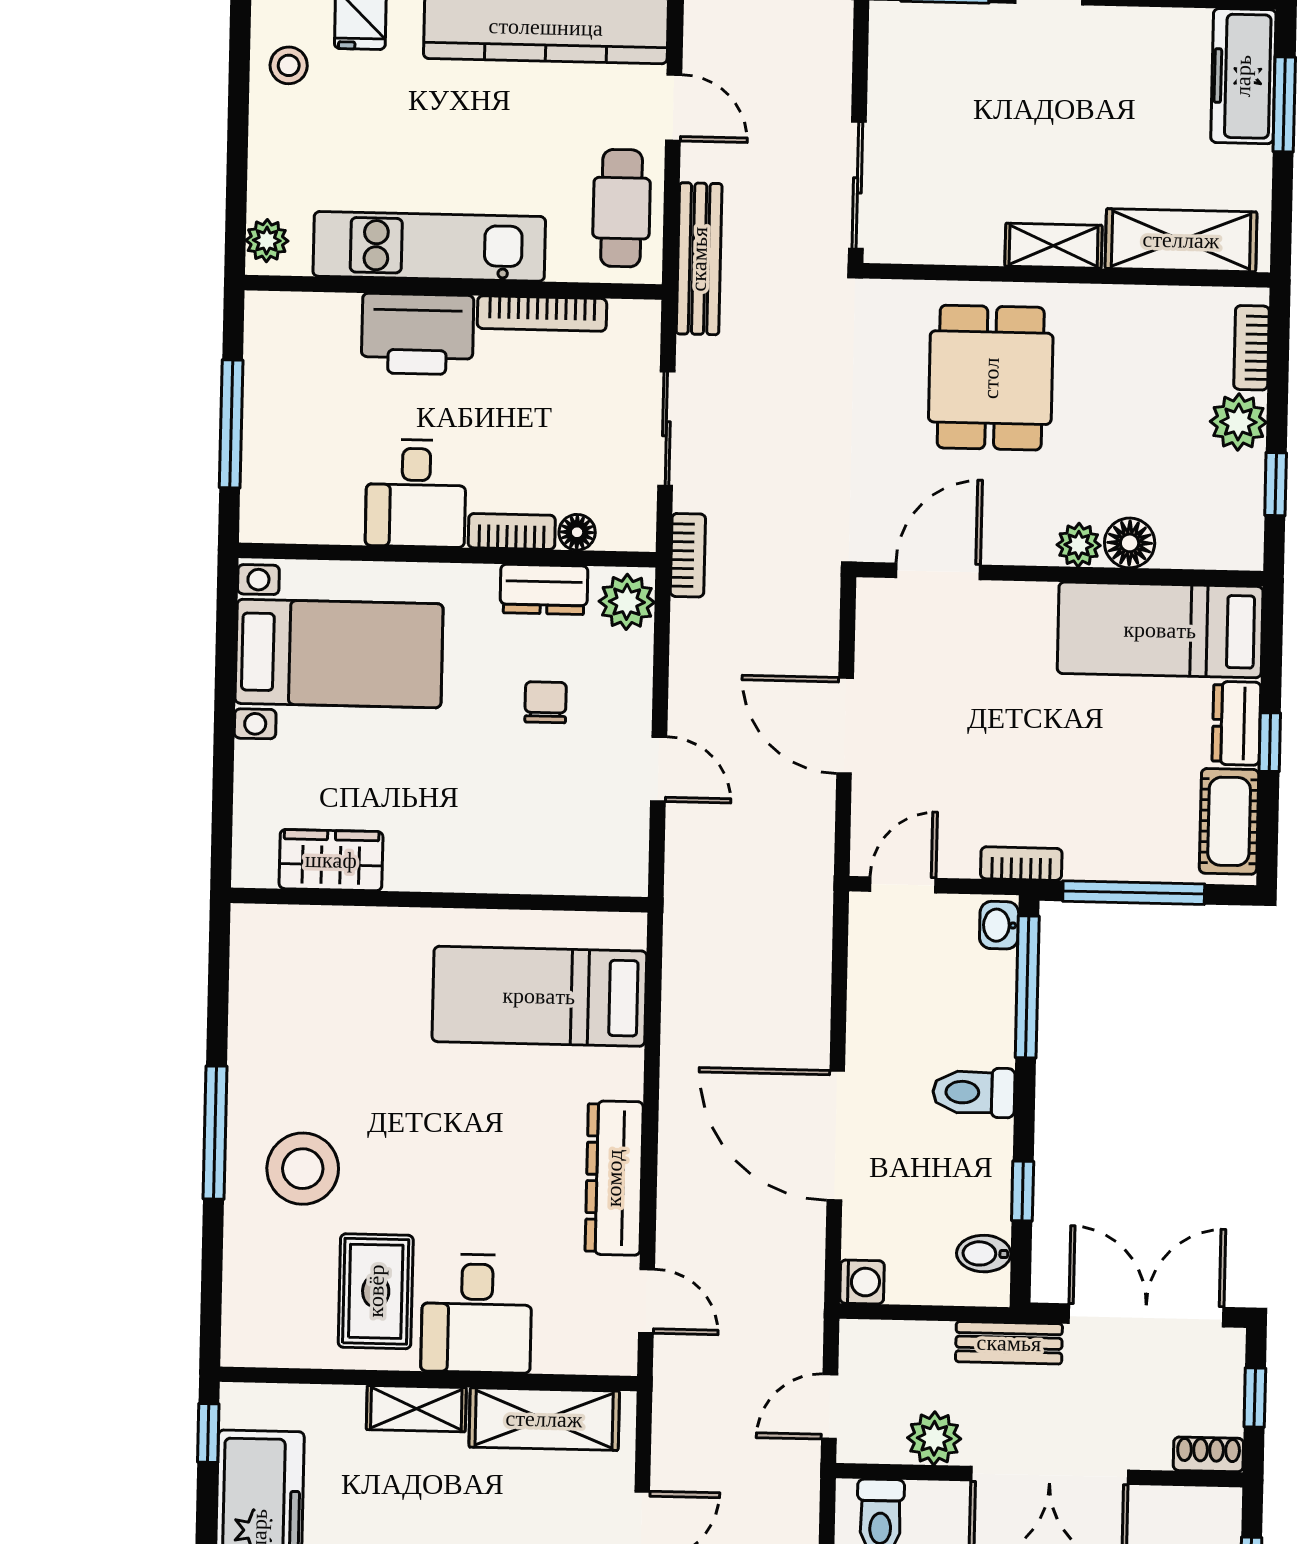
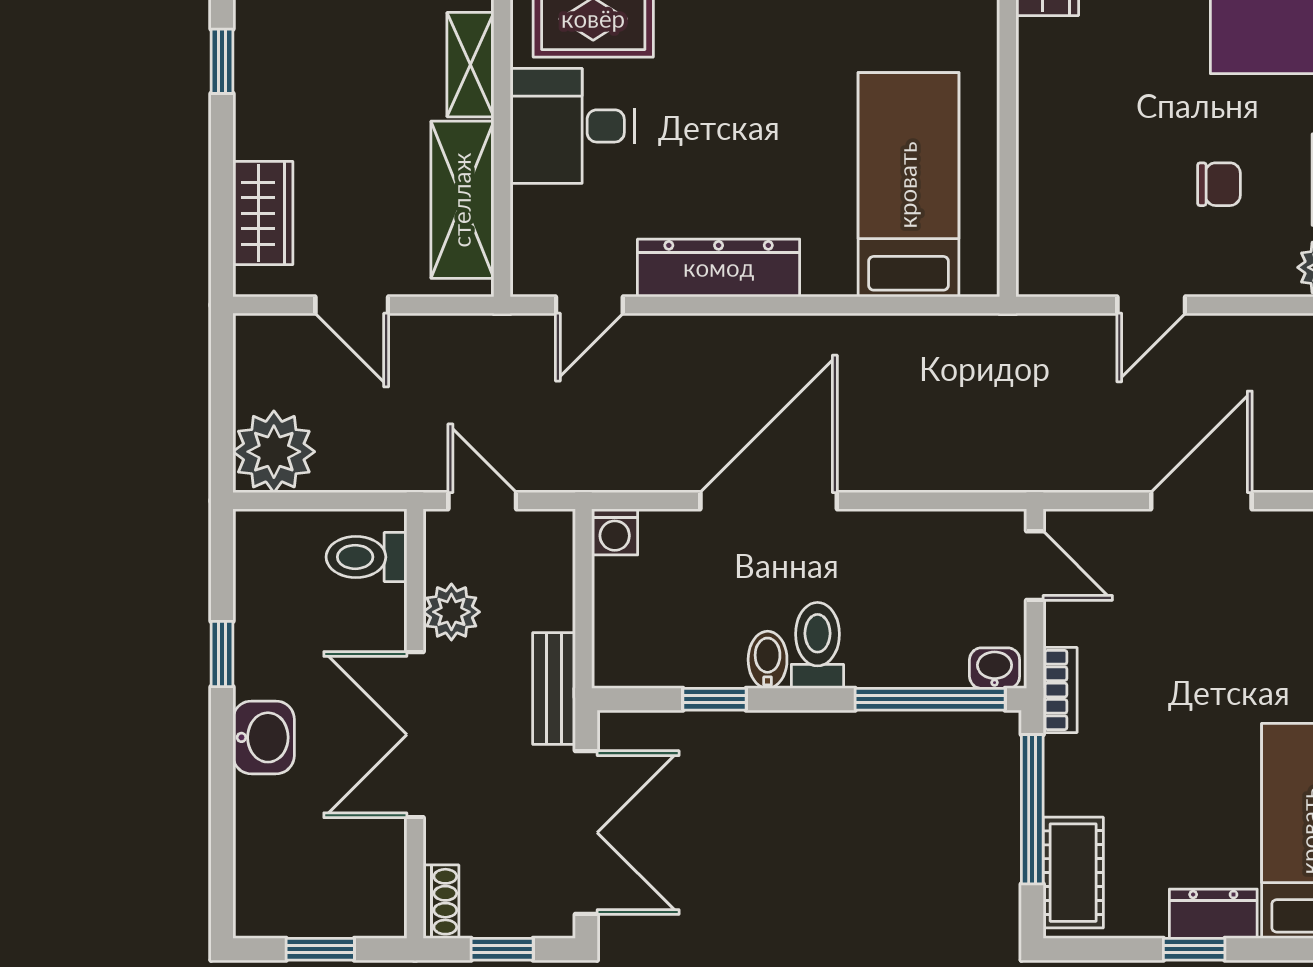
cot: (1229, 821) -> (1073, 873), moved, turned 90
bidet: (984, 1254) -> (768, 660), moved

